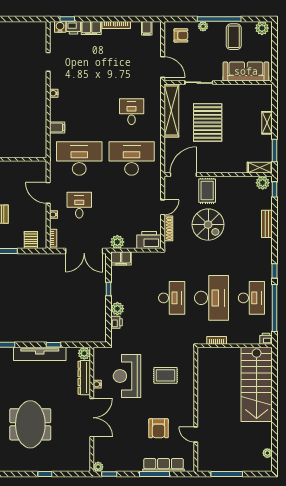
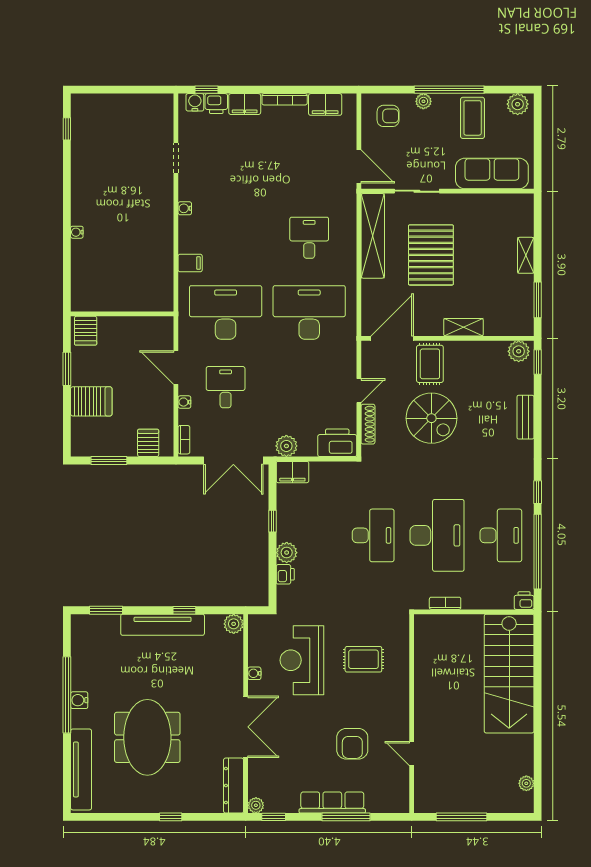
filing cabinet: (147, 28) -> (325, 104), width x2.00
shelving: (260, 168) -> (463, 327), moved
dresser: (84, 378) -> (234, 786), moved
row of seats: (164, 465) -> (332, 802), moved

